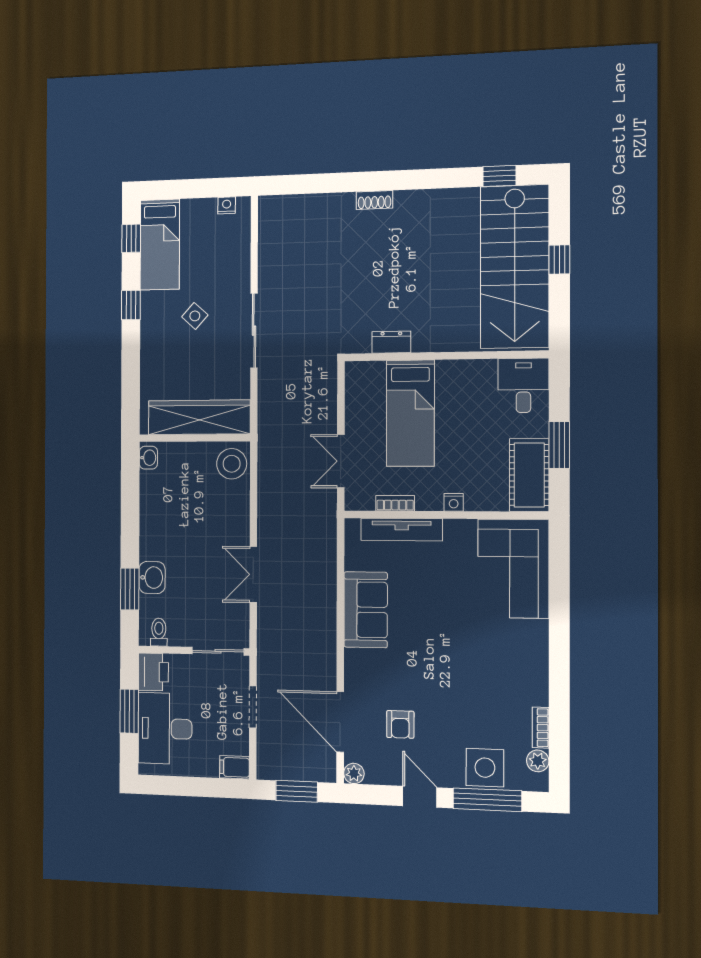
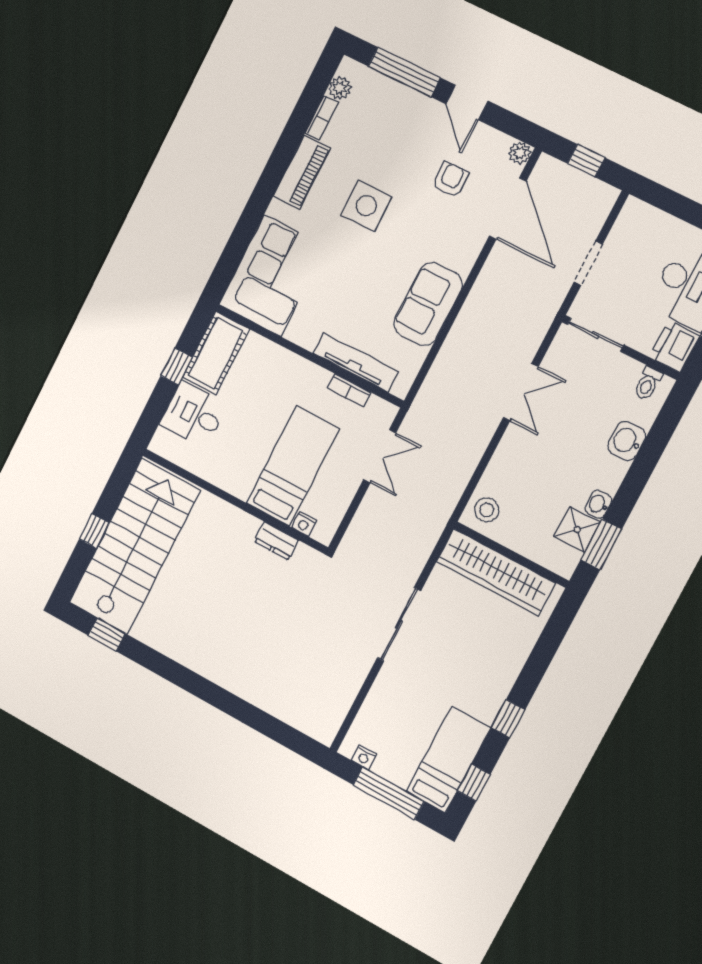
window: (192, 189) -> (389, 793), added
shoe rack: (375, 200) -> (225, 679), removed
side table: (195, 316) -> (449, 671), removed
desk: (523, 385) -> (194, 414), moved, turned 90
window: (559, 445) -> (176, 366), width x0.67
washbasin: (148, 458) -> (598, 504), moved
stool: (232, 464) -> (487, 510), width x0.73, depth x0.73
shower: (154, 486) -> (577, 529), added
nightstand: (454, 502) -> (304, 524), moved, turned 180
window: (130, 589) -> (601, 544), moved
piano: (534, 672) -> (302, 172), added
filing cabinet: (234, 767) -> (638, 213), removed
side table: (485, 768) -> (366, 206), moved
window: (297, 791) -> (586, 161), width x0.67

